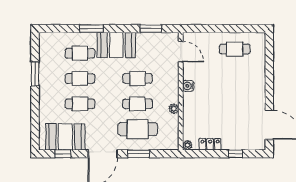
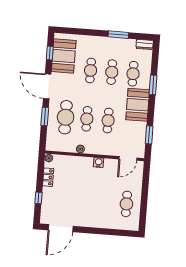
dresser: (44, 42) -> (145, 44), added

